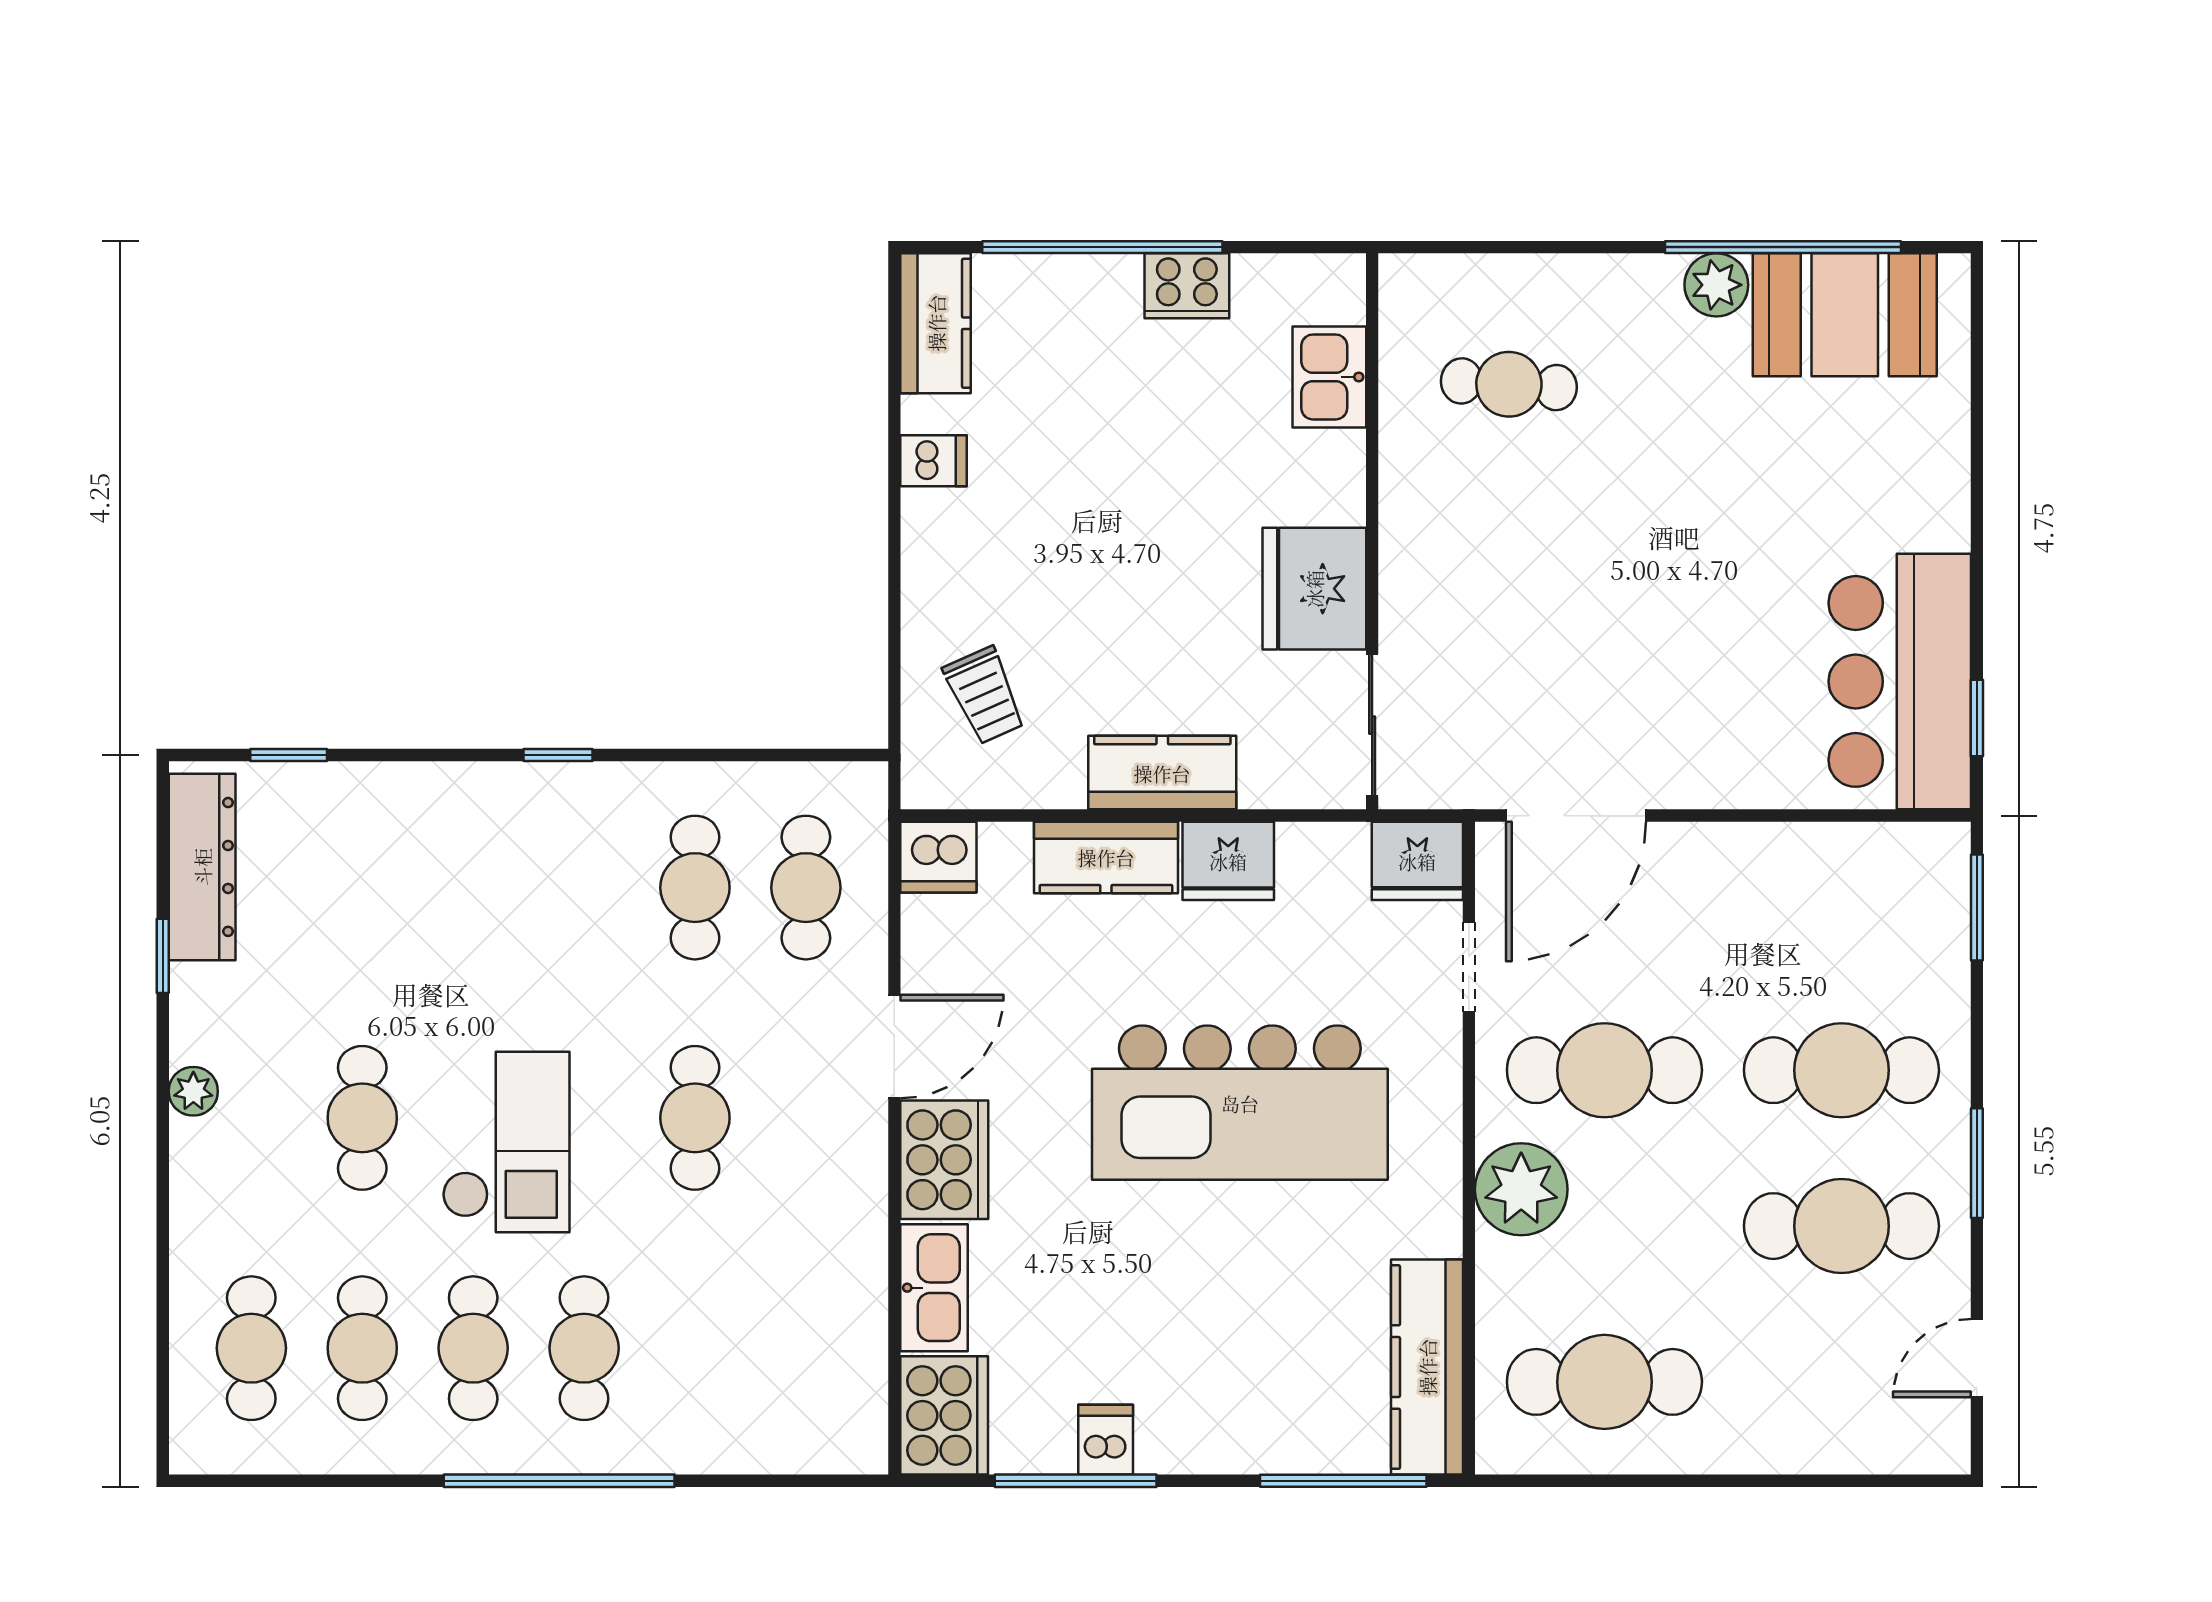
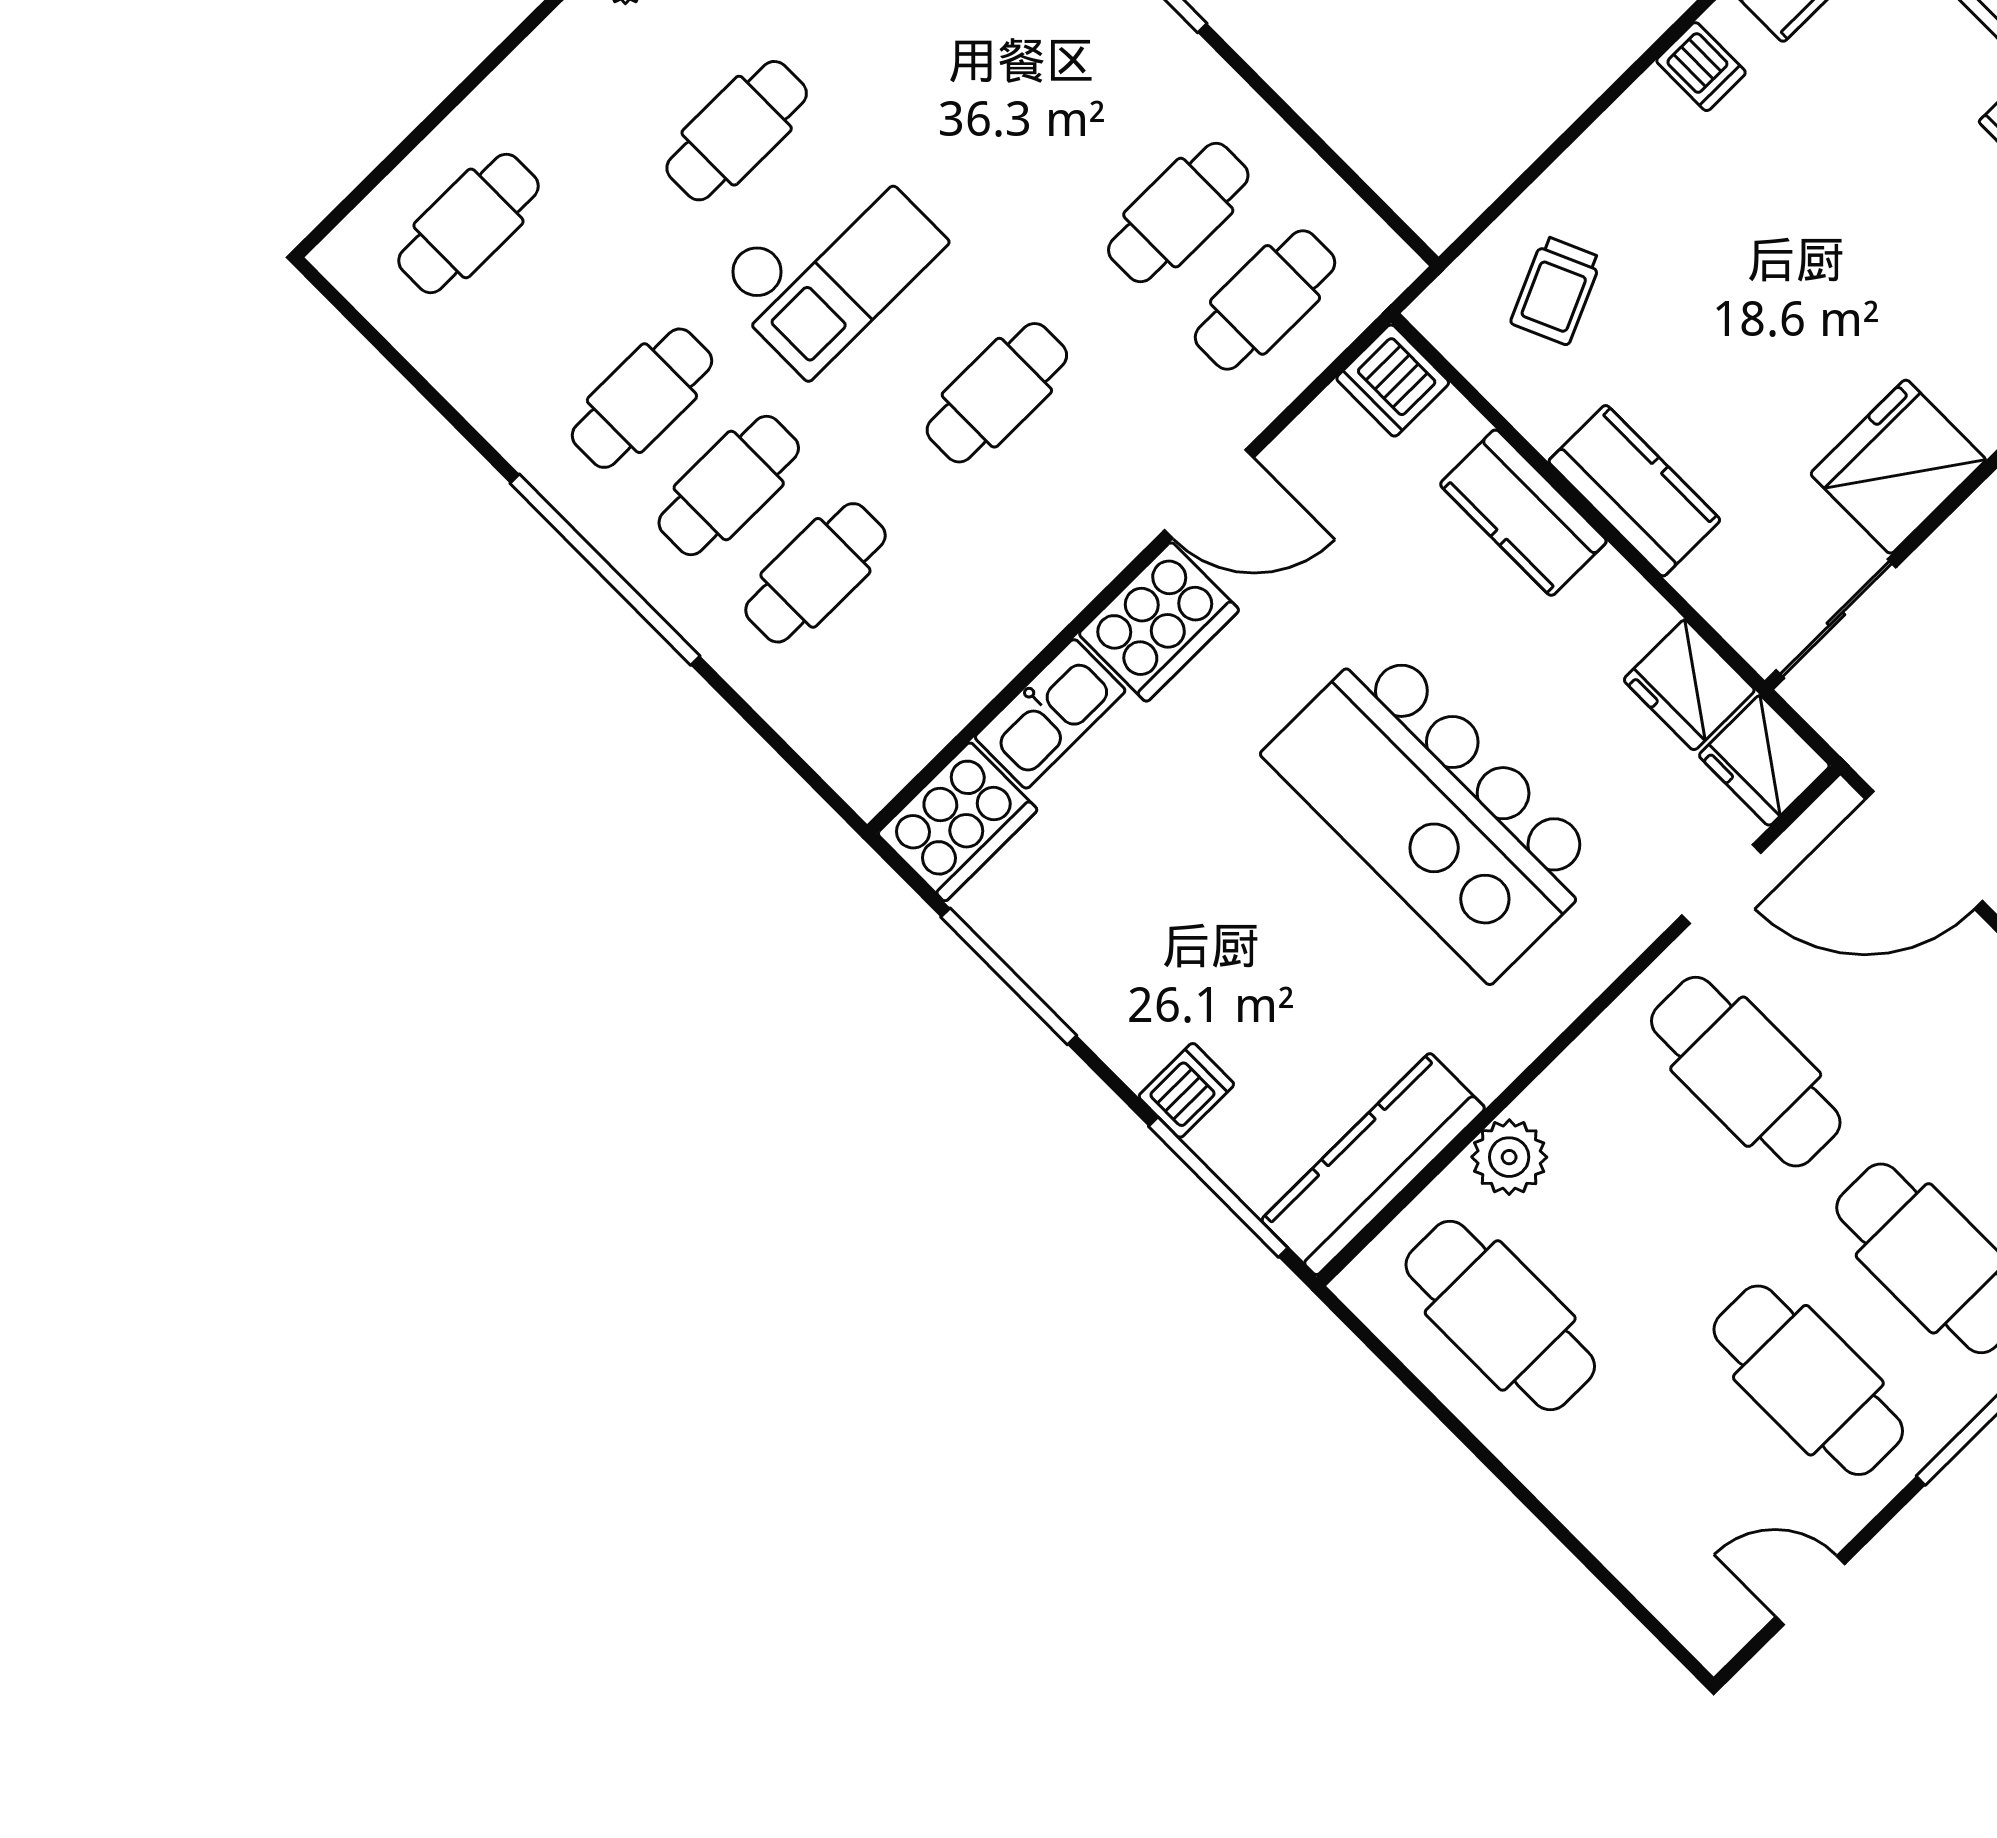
fridge: (1228, 861) -> (1689, 685), moved
plant: (1521, 1189) -> (1509, 1157), moved, width x0.73, depth x0.73
cafe table: (362, 1348) -> (815, 573), moved
dishwasher: (1106, 1440) -> (1186, 1090), moved

